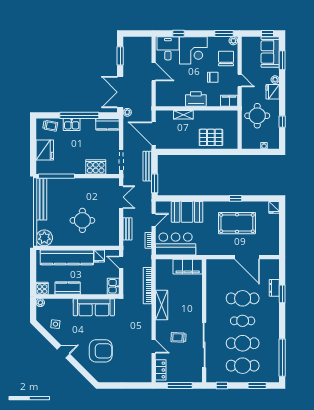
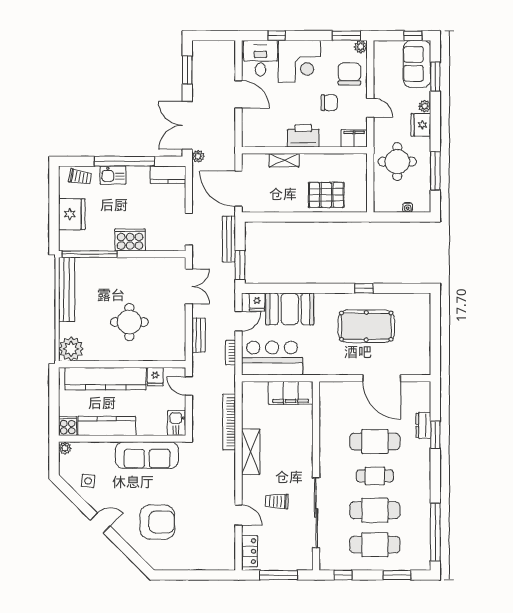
window: (282, 122) -> (435, 171), width x2.17
cooker: (96, 167) -> (130, 240), moved
fridge: (274, 207) -> (257, 302), moved
kitchen counter: (68, 288) -> (107, 426), width x1.50

